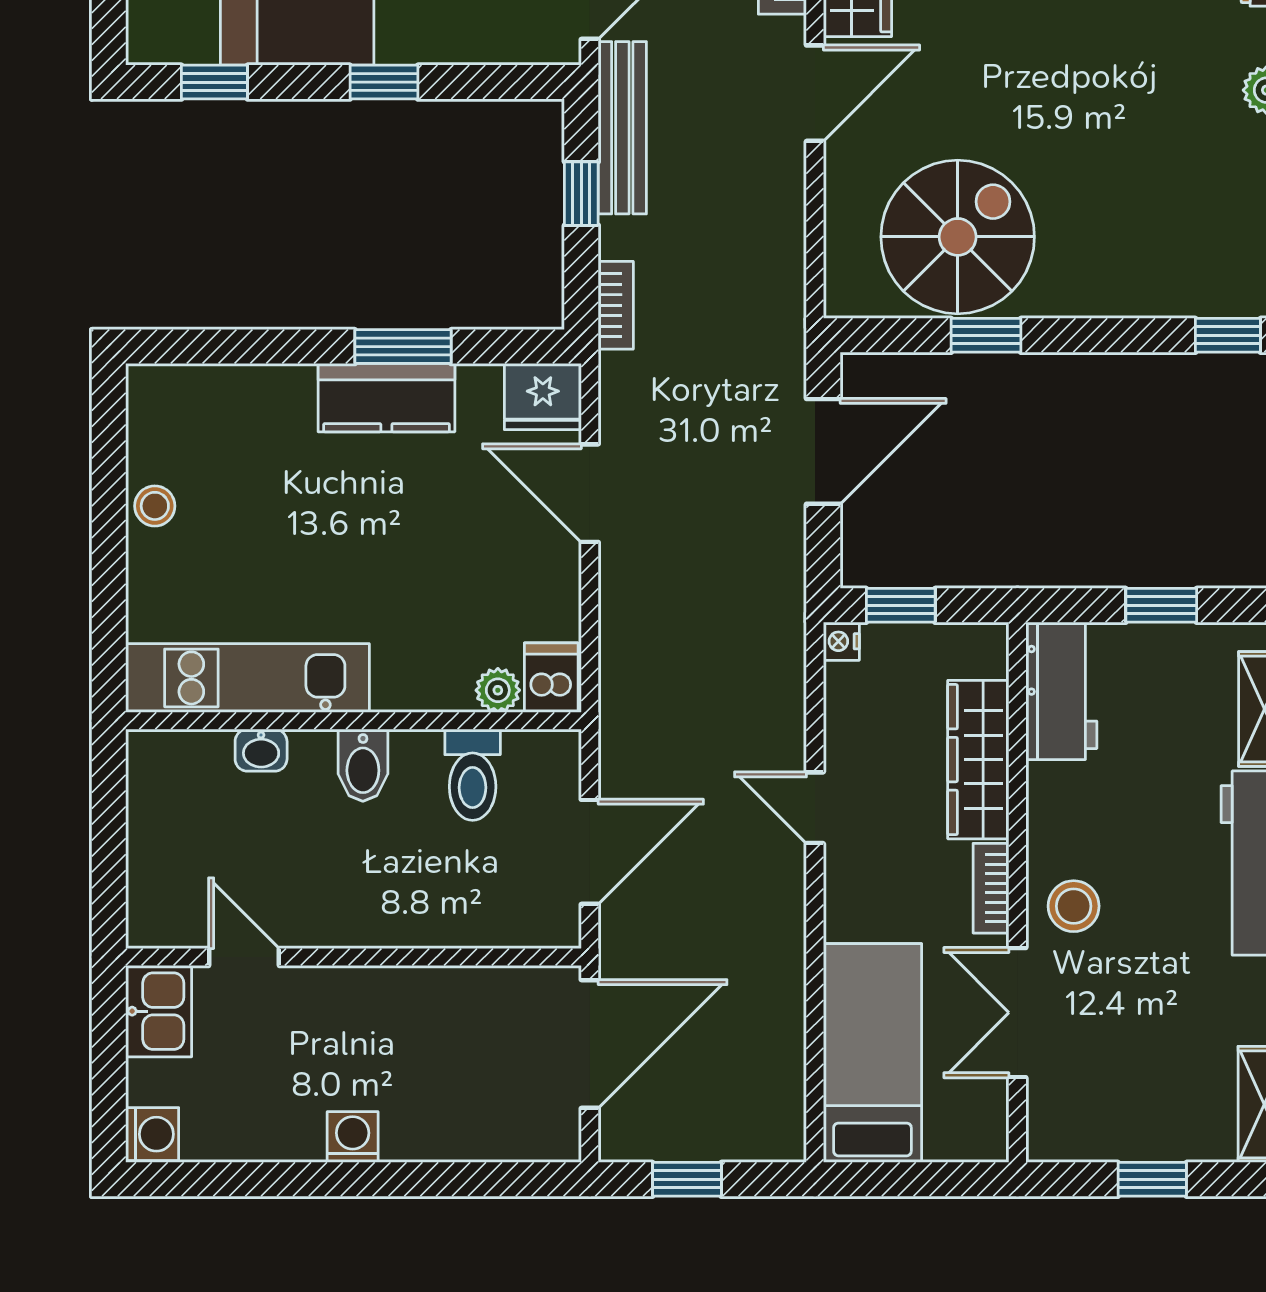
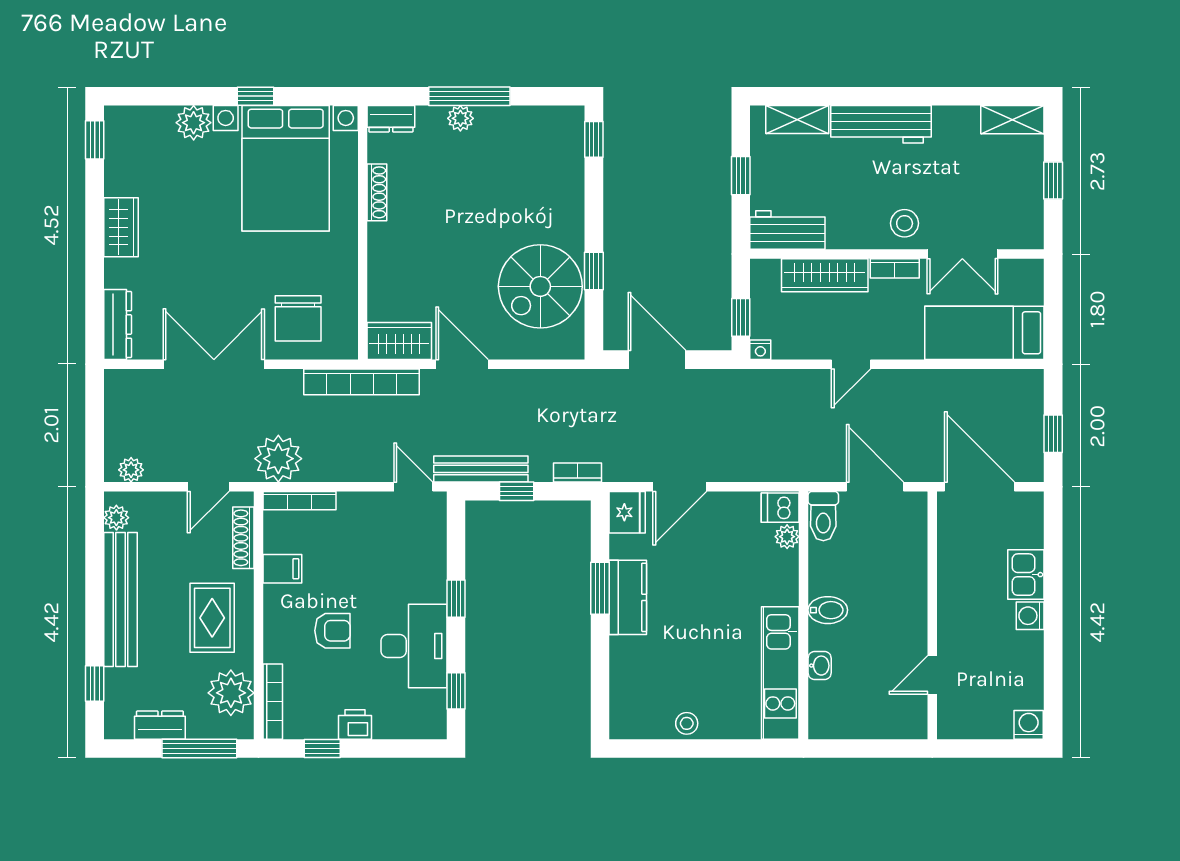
spiral stairs: (958, 237) -> (540, 286), turned -90
toilet: (473, 775) -> (823, 516), moved, turned 90
kitchen sink: (159, 1011) -> (1026, 575), moved, turned -90

